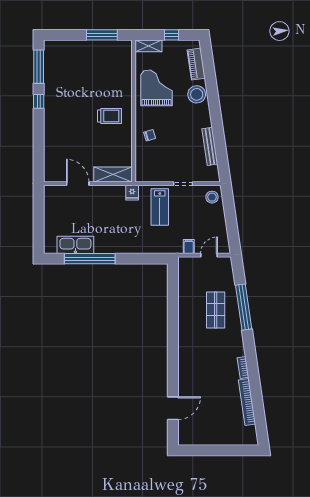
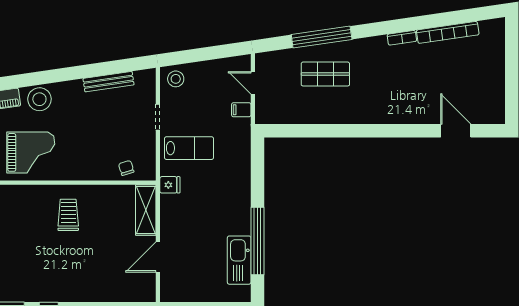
grand piano: (157, 88) -> (31, 152), turned 180
chair: (150, 135) -> (126, 168), moved

